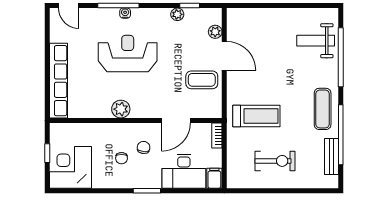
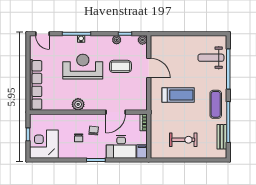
plant: (215, 32) -> (142, 40), moved
coffee table: (202, 80) -> (120, 66), moved
treadmill: (256, 116) -> (178, 95), moved

